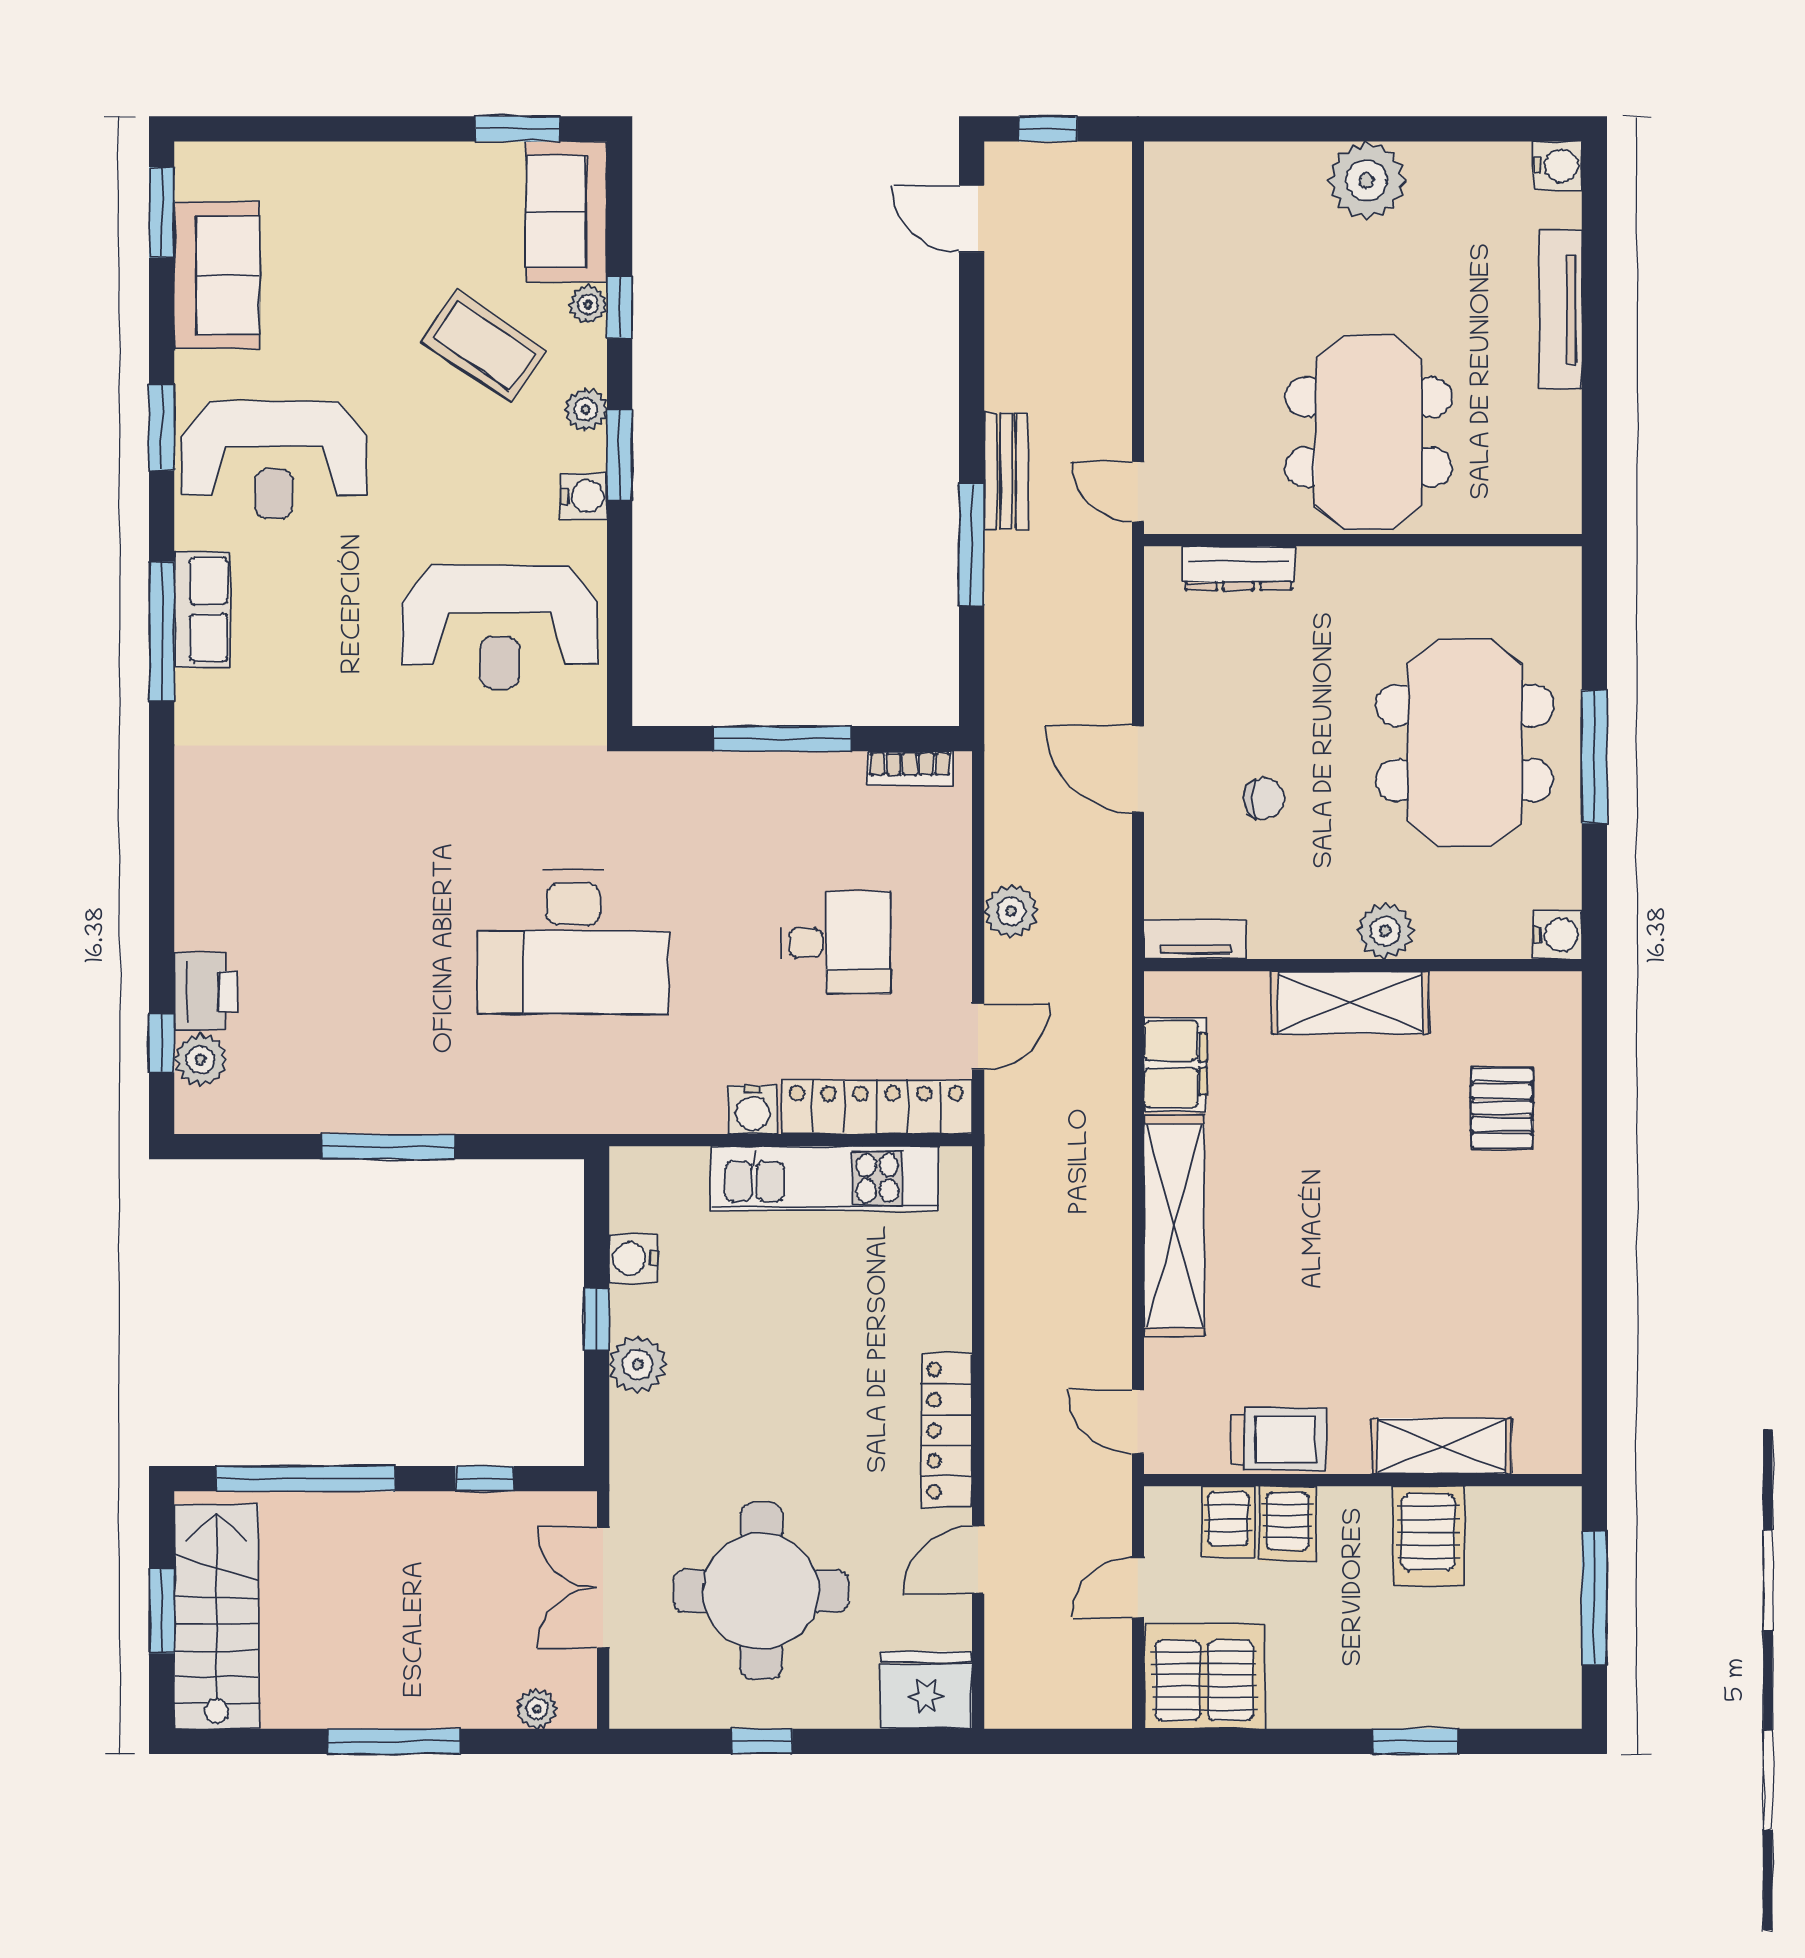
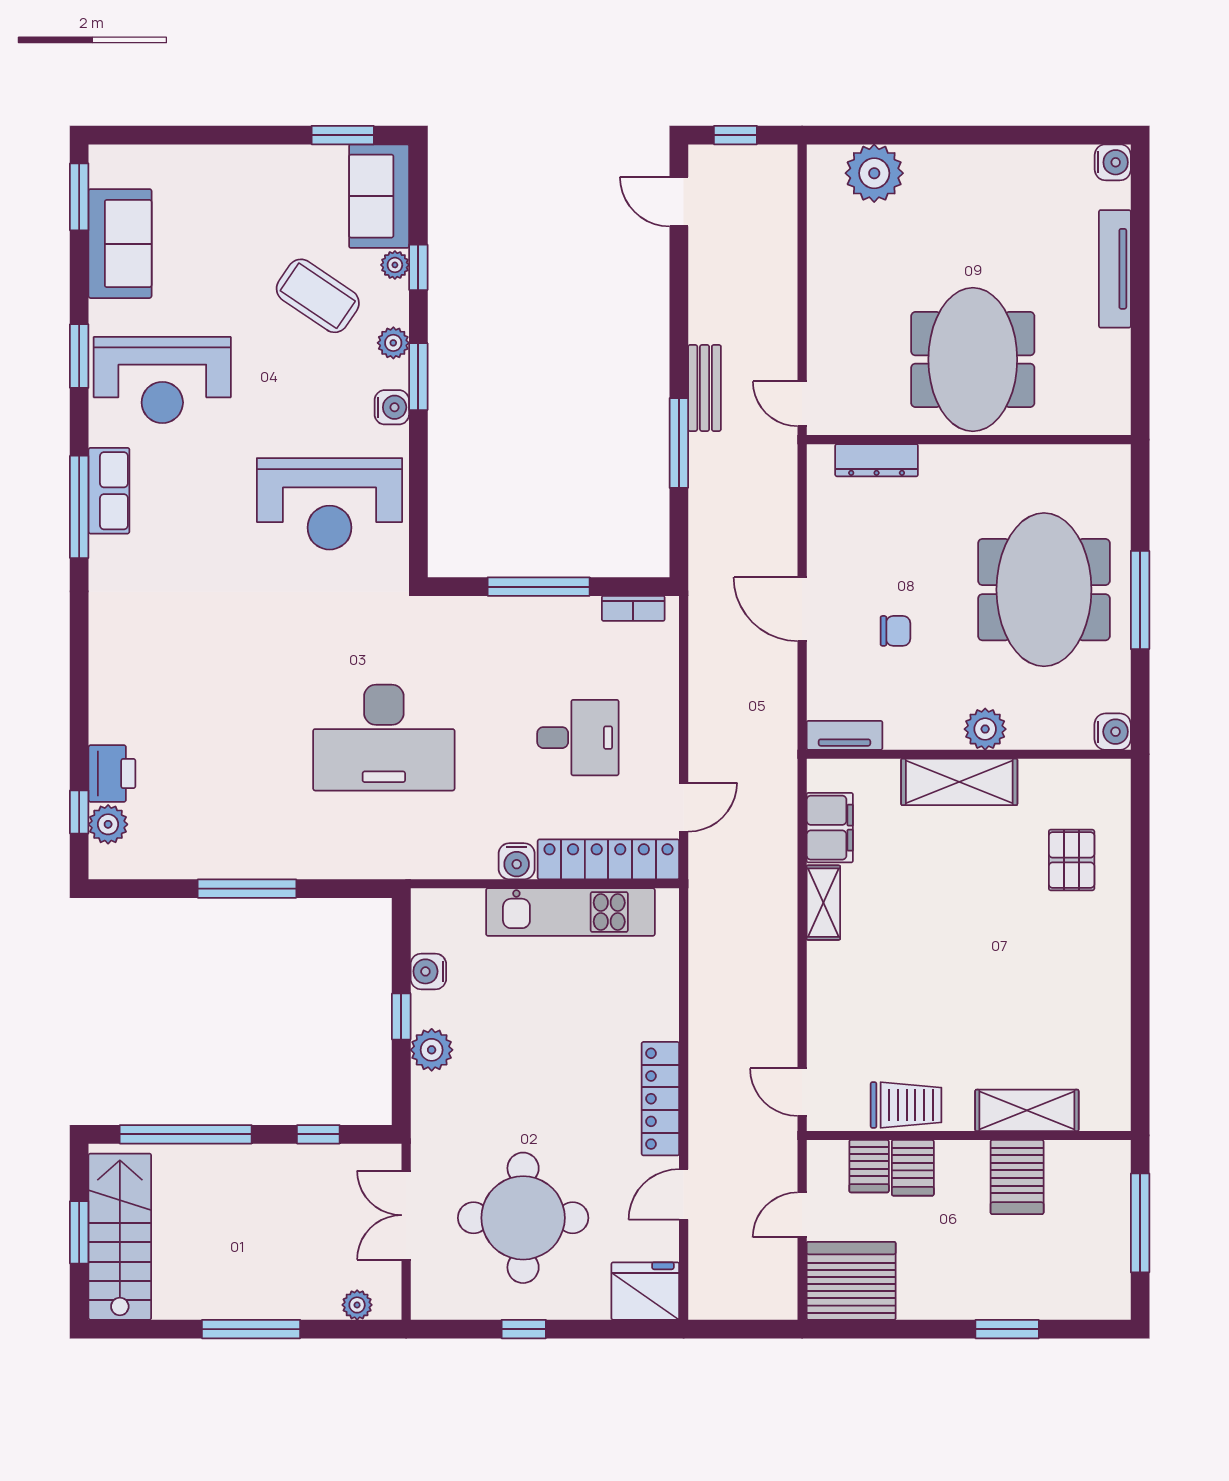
plant: (1367, 180) -> (874, 173), moved
plant: (1011, 911) -> (708, 714), removed
shelving: (1174, 1226) -> (823, 903), width x0.45, depth x0.75

